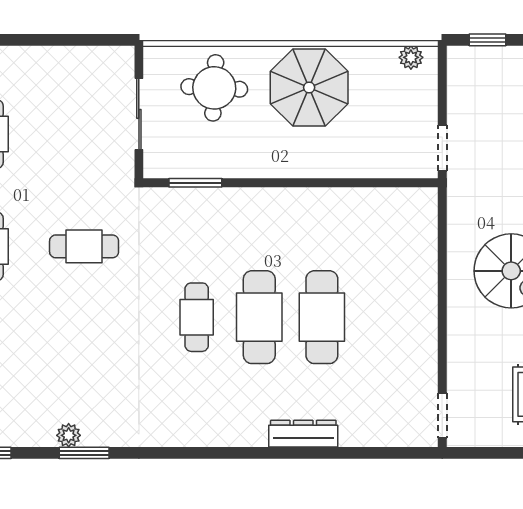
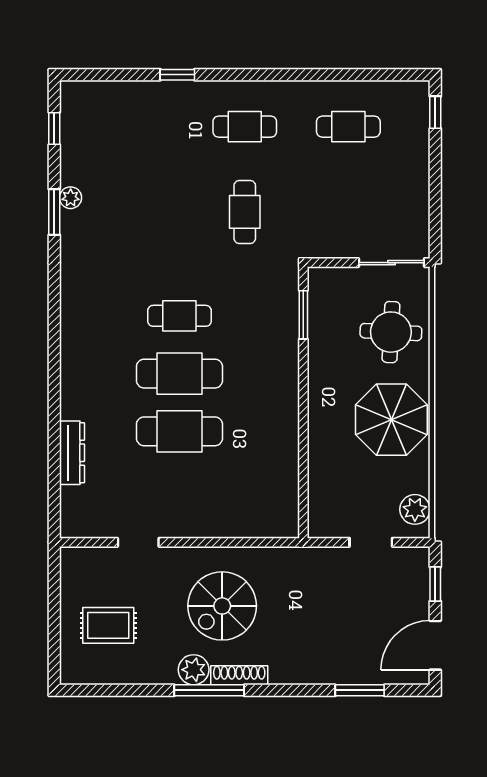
plant: (411, 57) -> (415, 509), width x1.38, depth x1.38
sliding door: (139, 114) -> (392, 263), moved
doorway: (442, 148) -> (371, 542), moved
doorway: (442, 416) -> (138, 542), moved
dresser: (303, 434) -> (72, 453), moved

